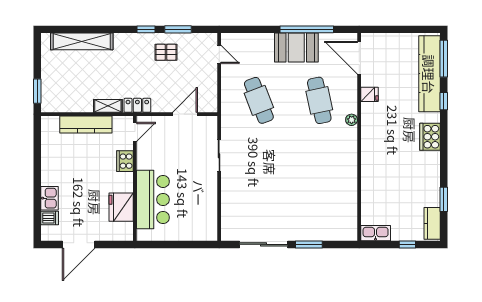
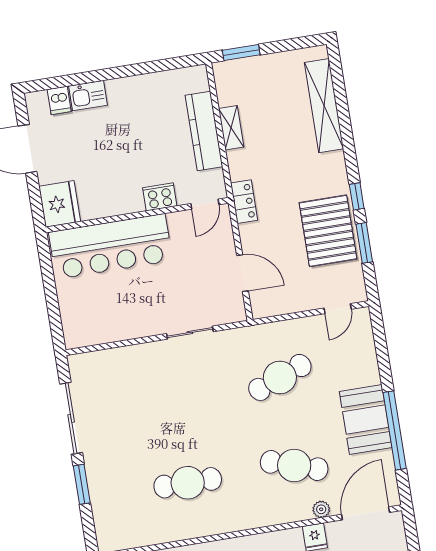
pallet: (166, 52) -> (328, 231), width x2.05, depth x2.00
cafe table: (319, 100) -> (294, 466), turned 30
shelving: (108, 106) -> (231, 128), moved
plant: (352, 120) -> (321, 509), moved
door: (135, 132) -> (205, 204), hinge flipped
cafe table: (319, 173) -> (188, 483), added
bar counter: (153, 199) -> (110, 246), width x1.36
fridge: (121, 207) -> (60, 204), moved, turned 90

